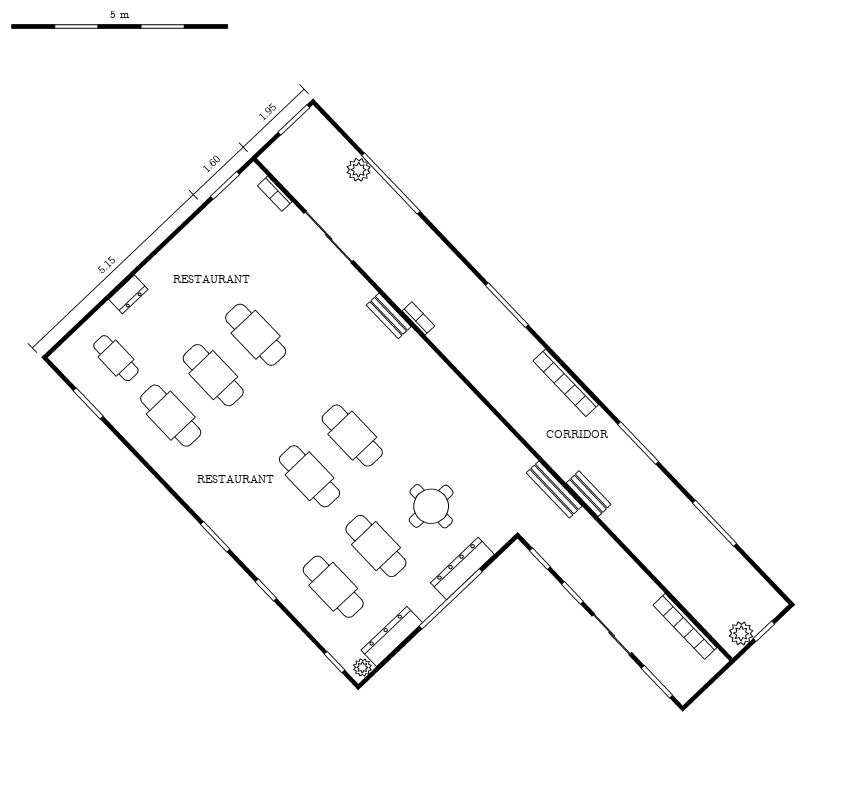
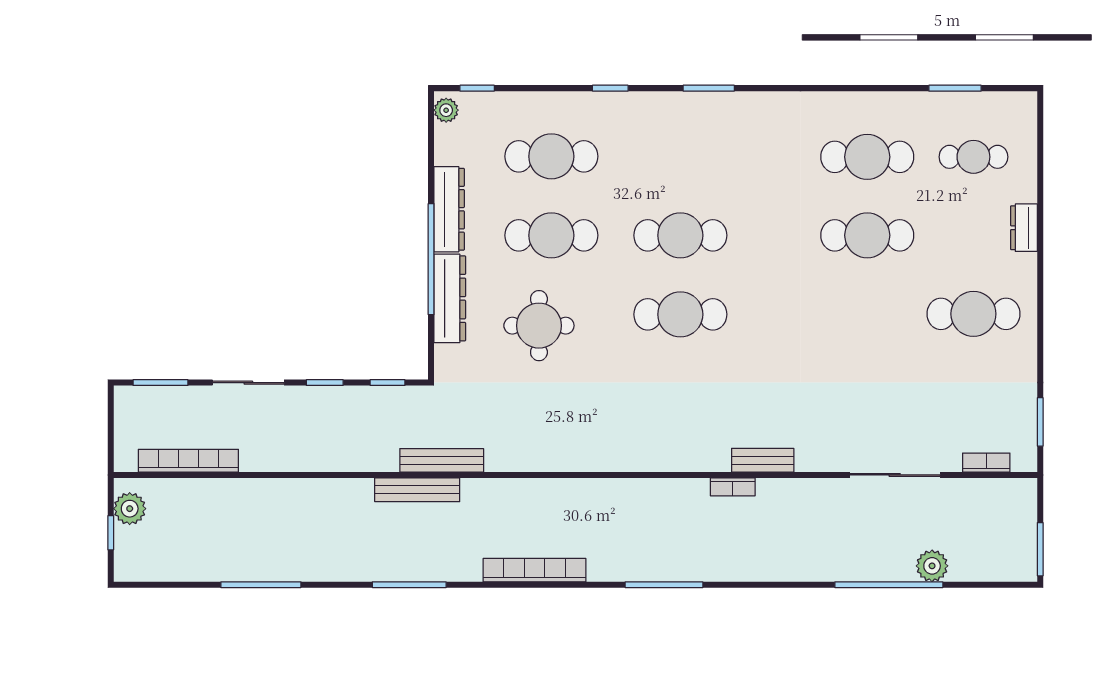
cafe table: (256, 335) -> (973, 314), moved
bench: (589, 494) -> (417, 490), width x1.36
dresser: (392, 636) -> (449, 209), moved

